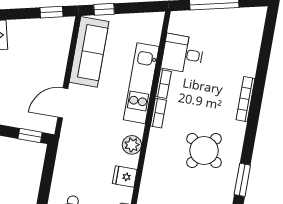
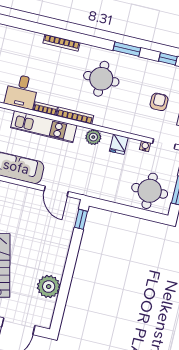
bookcase: (158, 113) -> (75, 116), width x1.56
round table: (204, 151) -> (101, 79), turned -35

